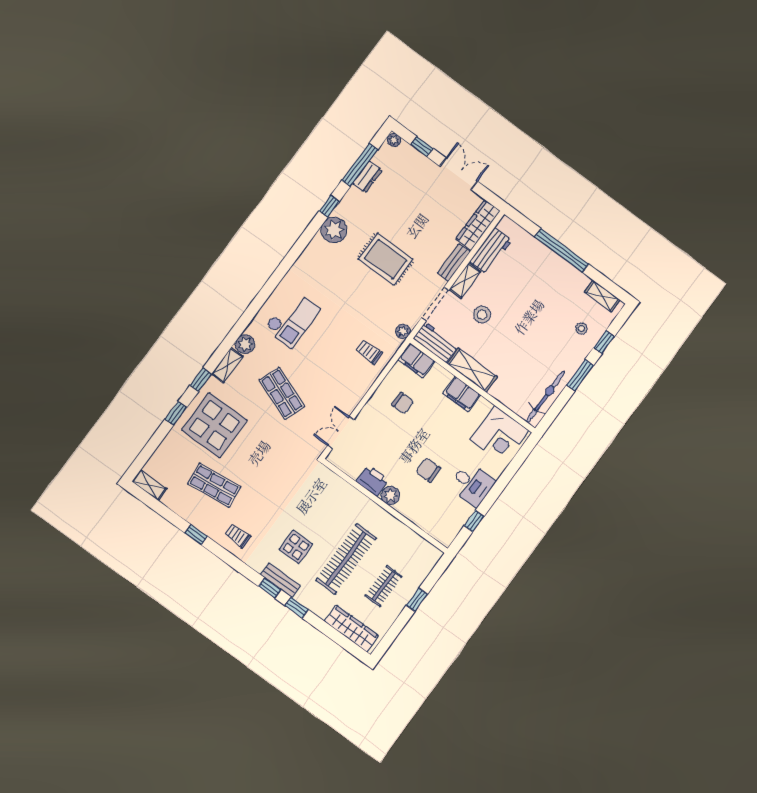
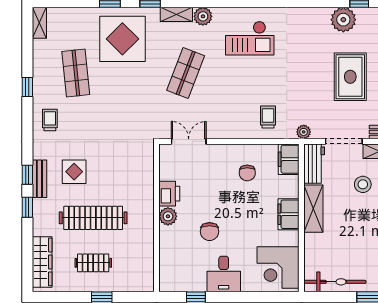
chair: (428, 470) -> (210, 232), turned 180

